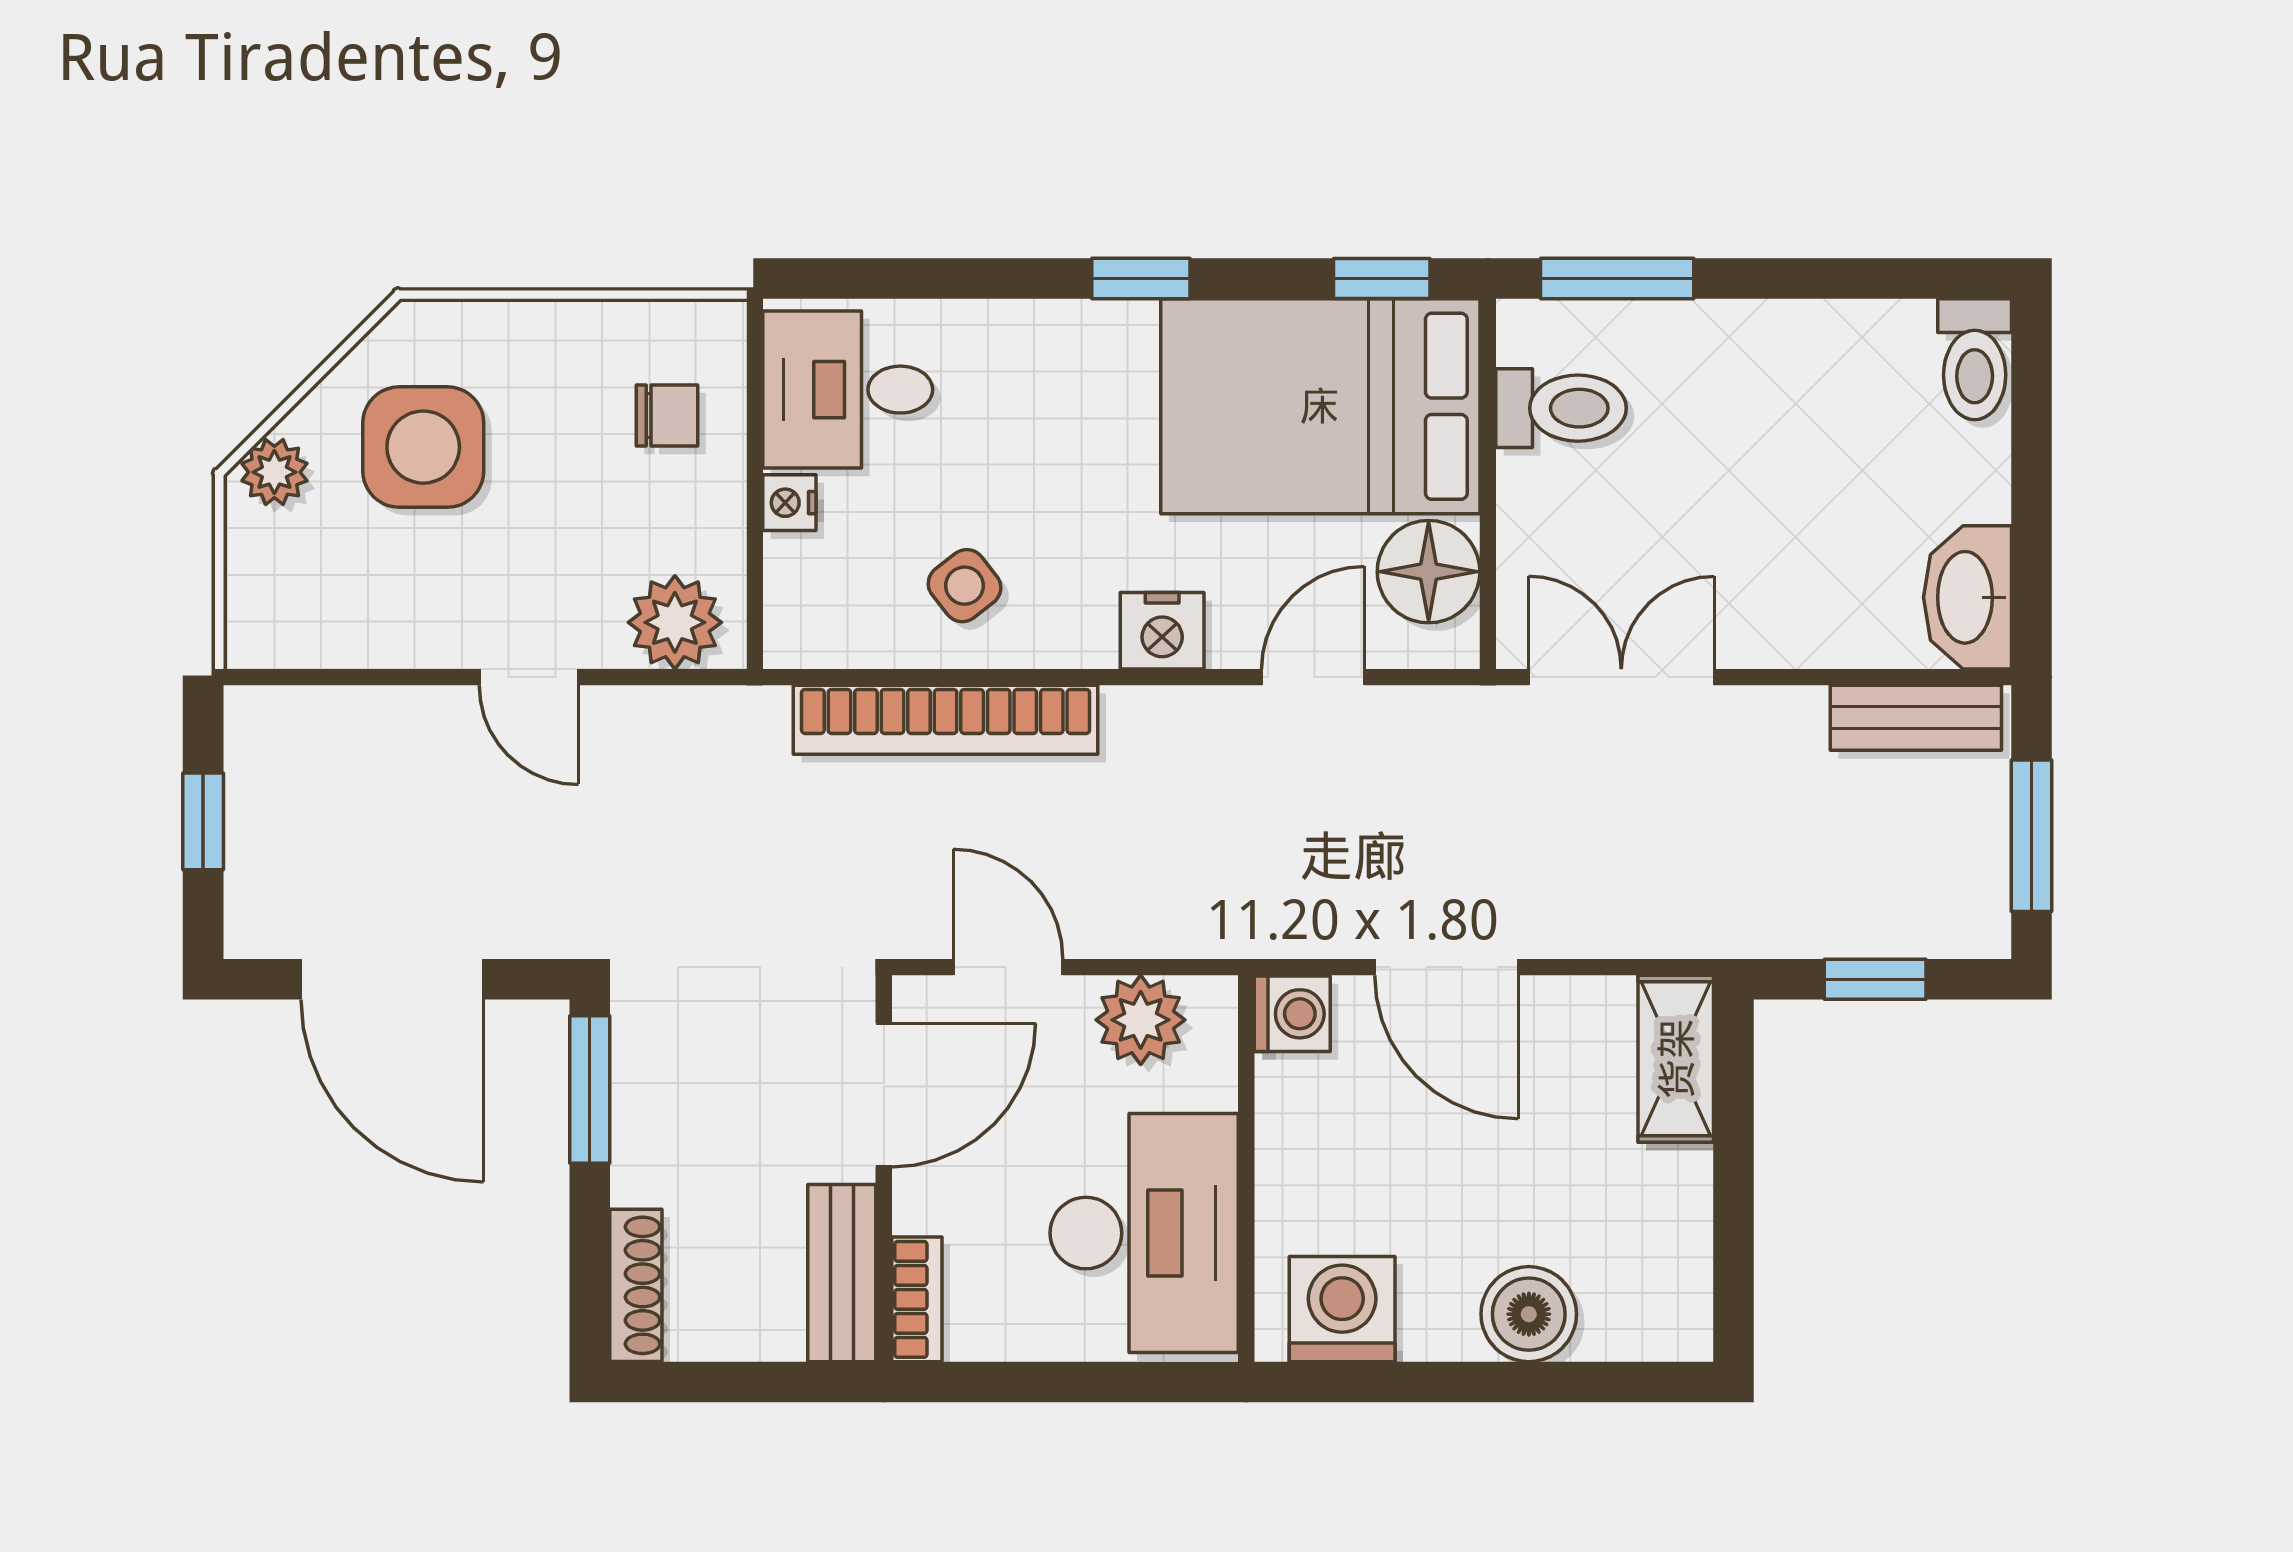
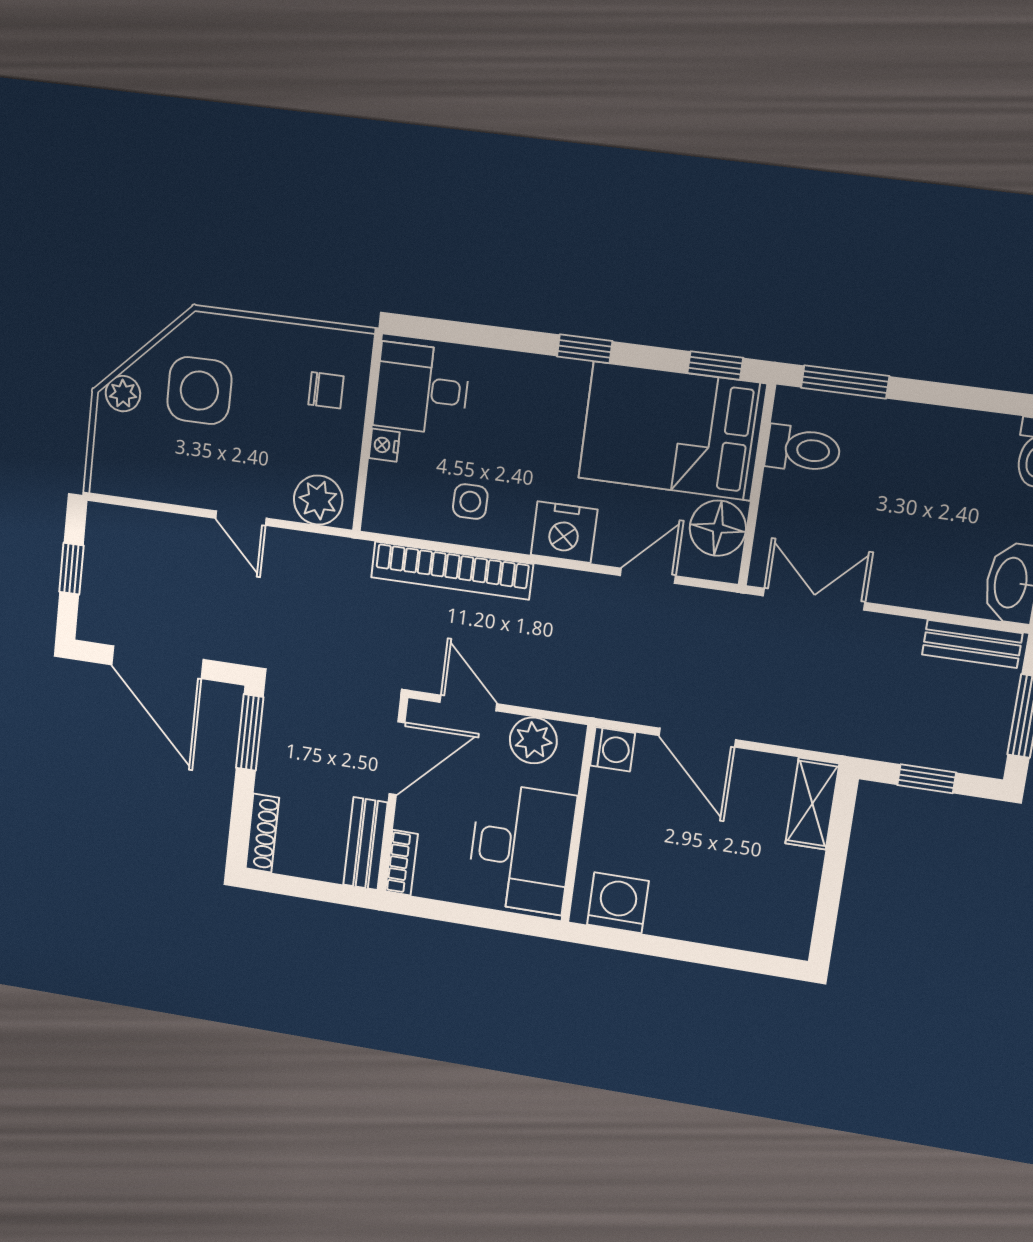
side table: (965, 586) -> (470, 502), turned 38
nightstand: (1162, 631) -> (564, 532), width x1.36, depth x1.33
boiler: (1529, 1314) -> (715, 921), removed

